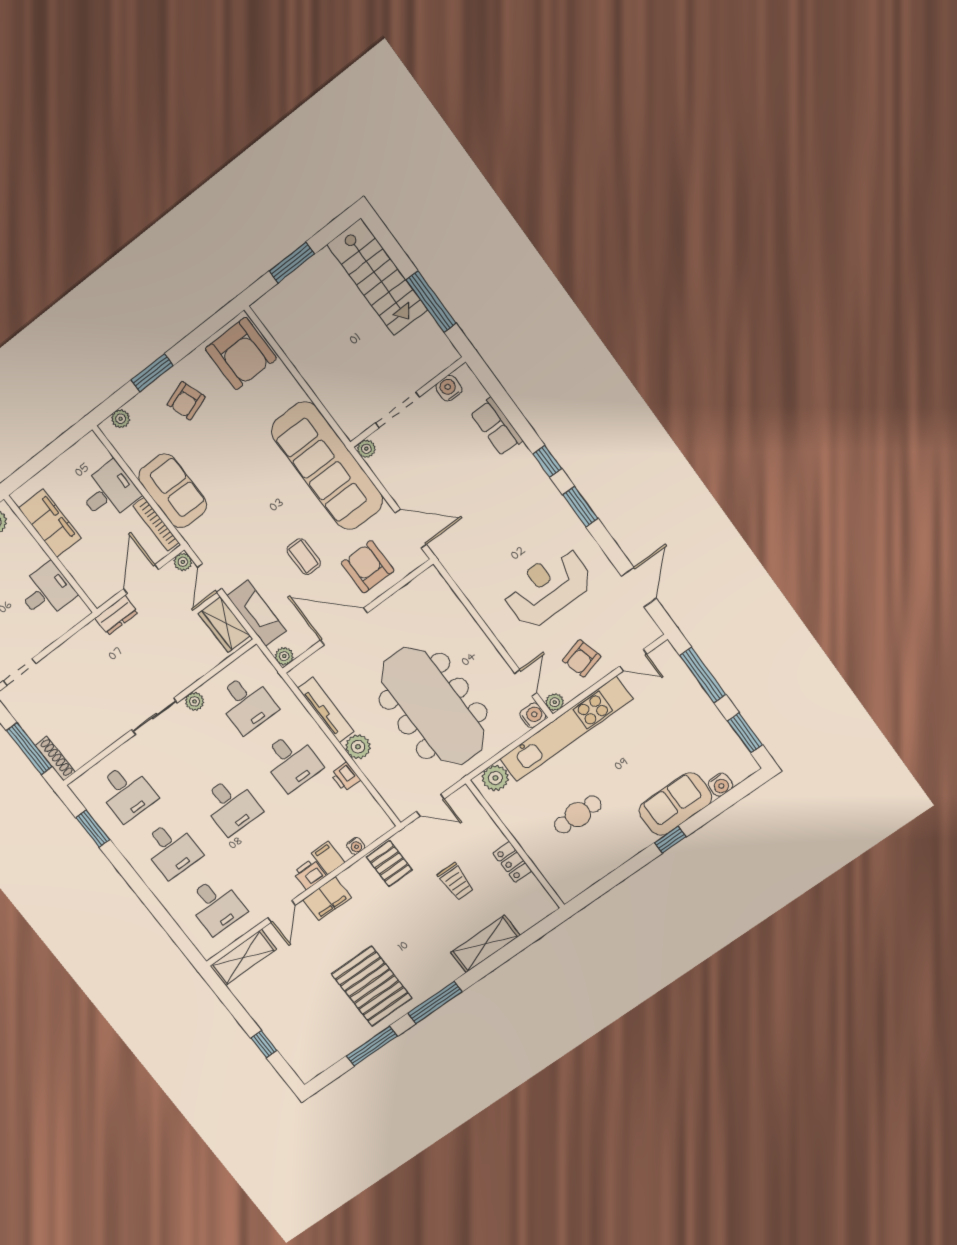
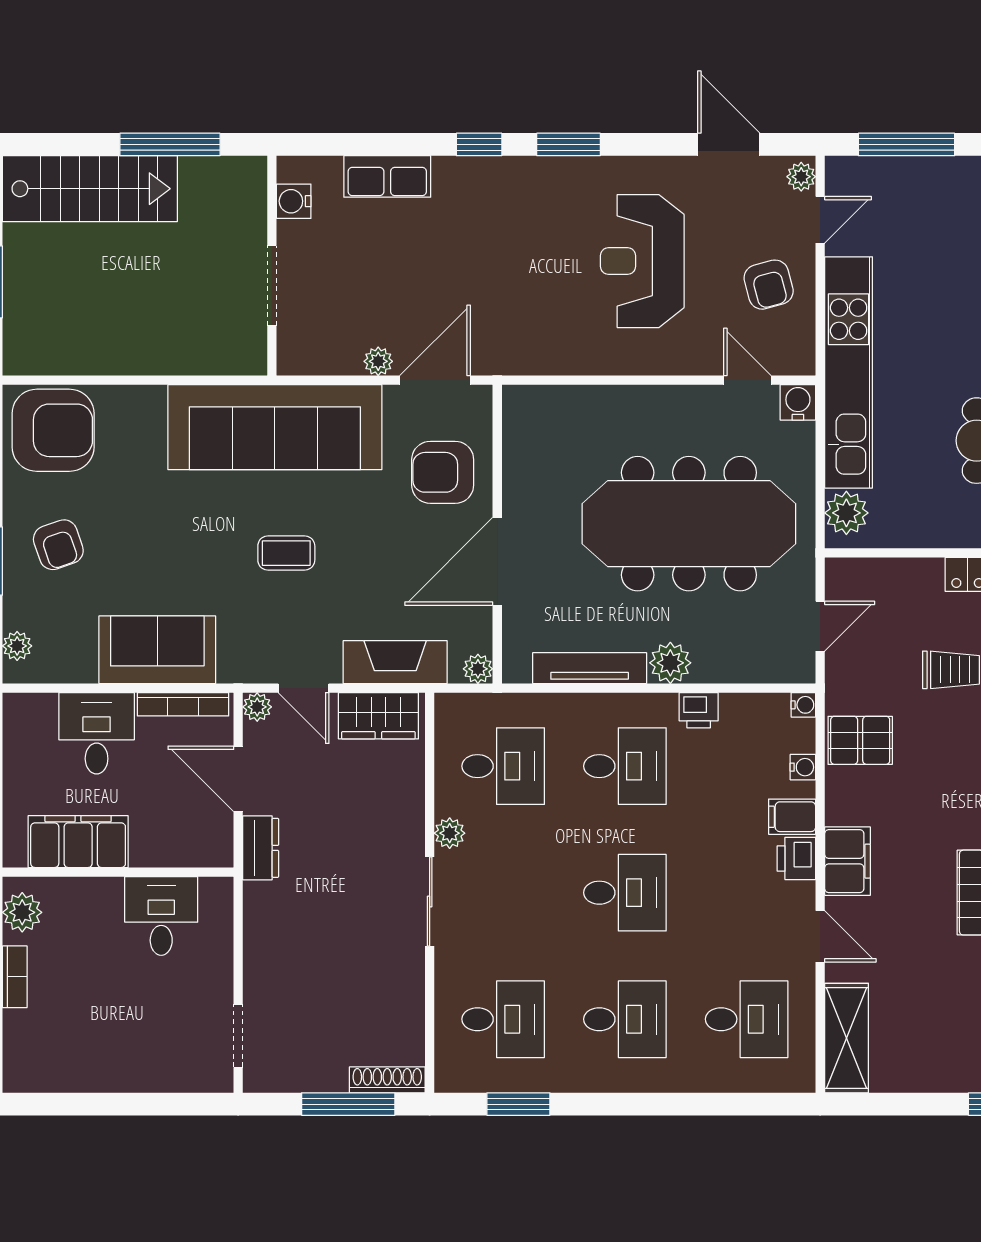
plant: (366, 449) -> (378, 361), moved
coffee table: (304, 557) -> (286, 553), moved
plant: (555, 702) -> (801, 177), moved
water cooler: (386, 825) -> (803, 705), added

